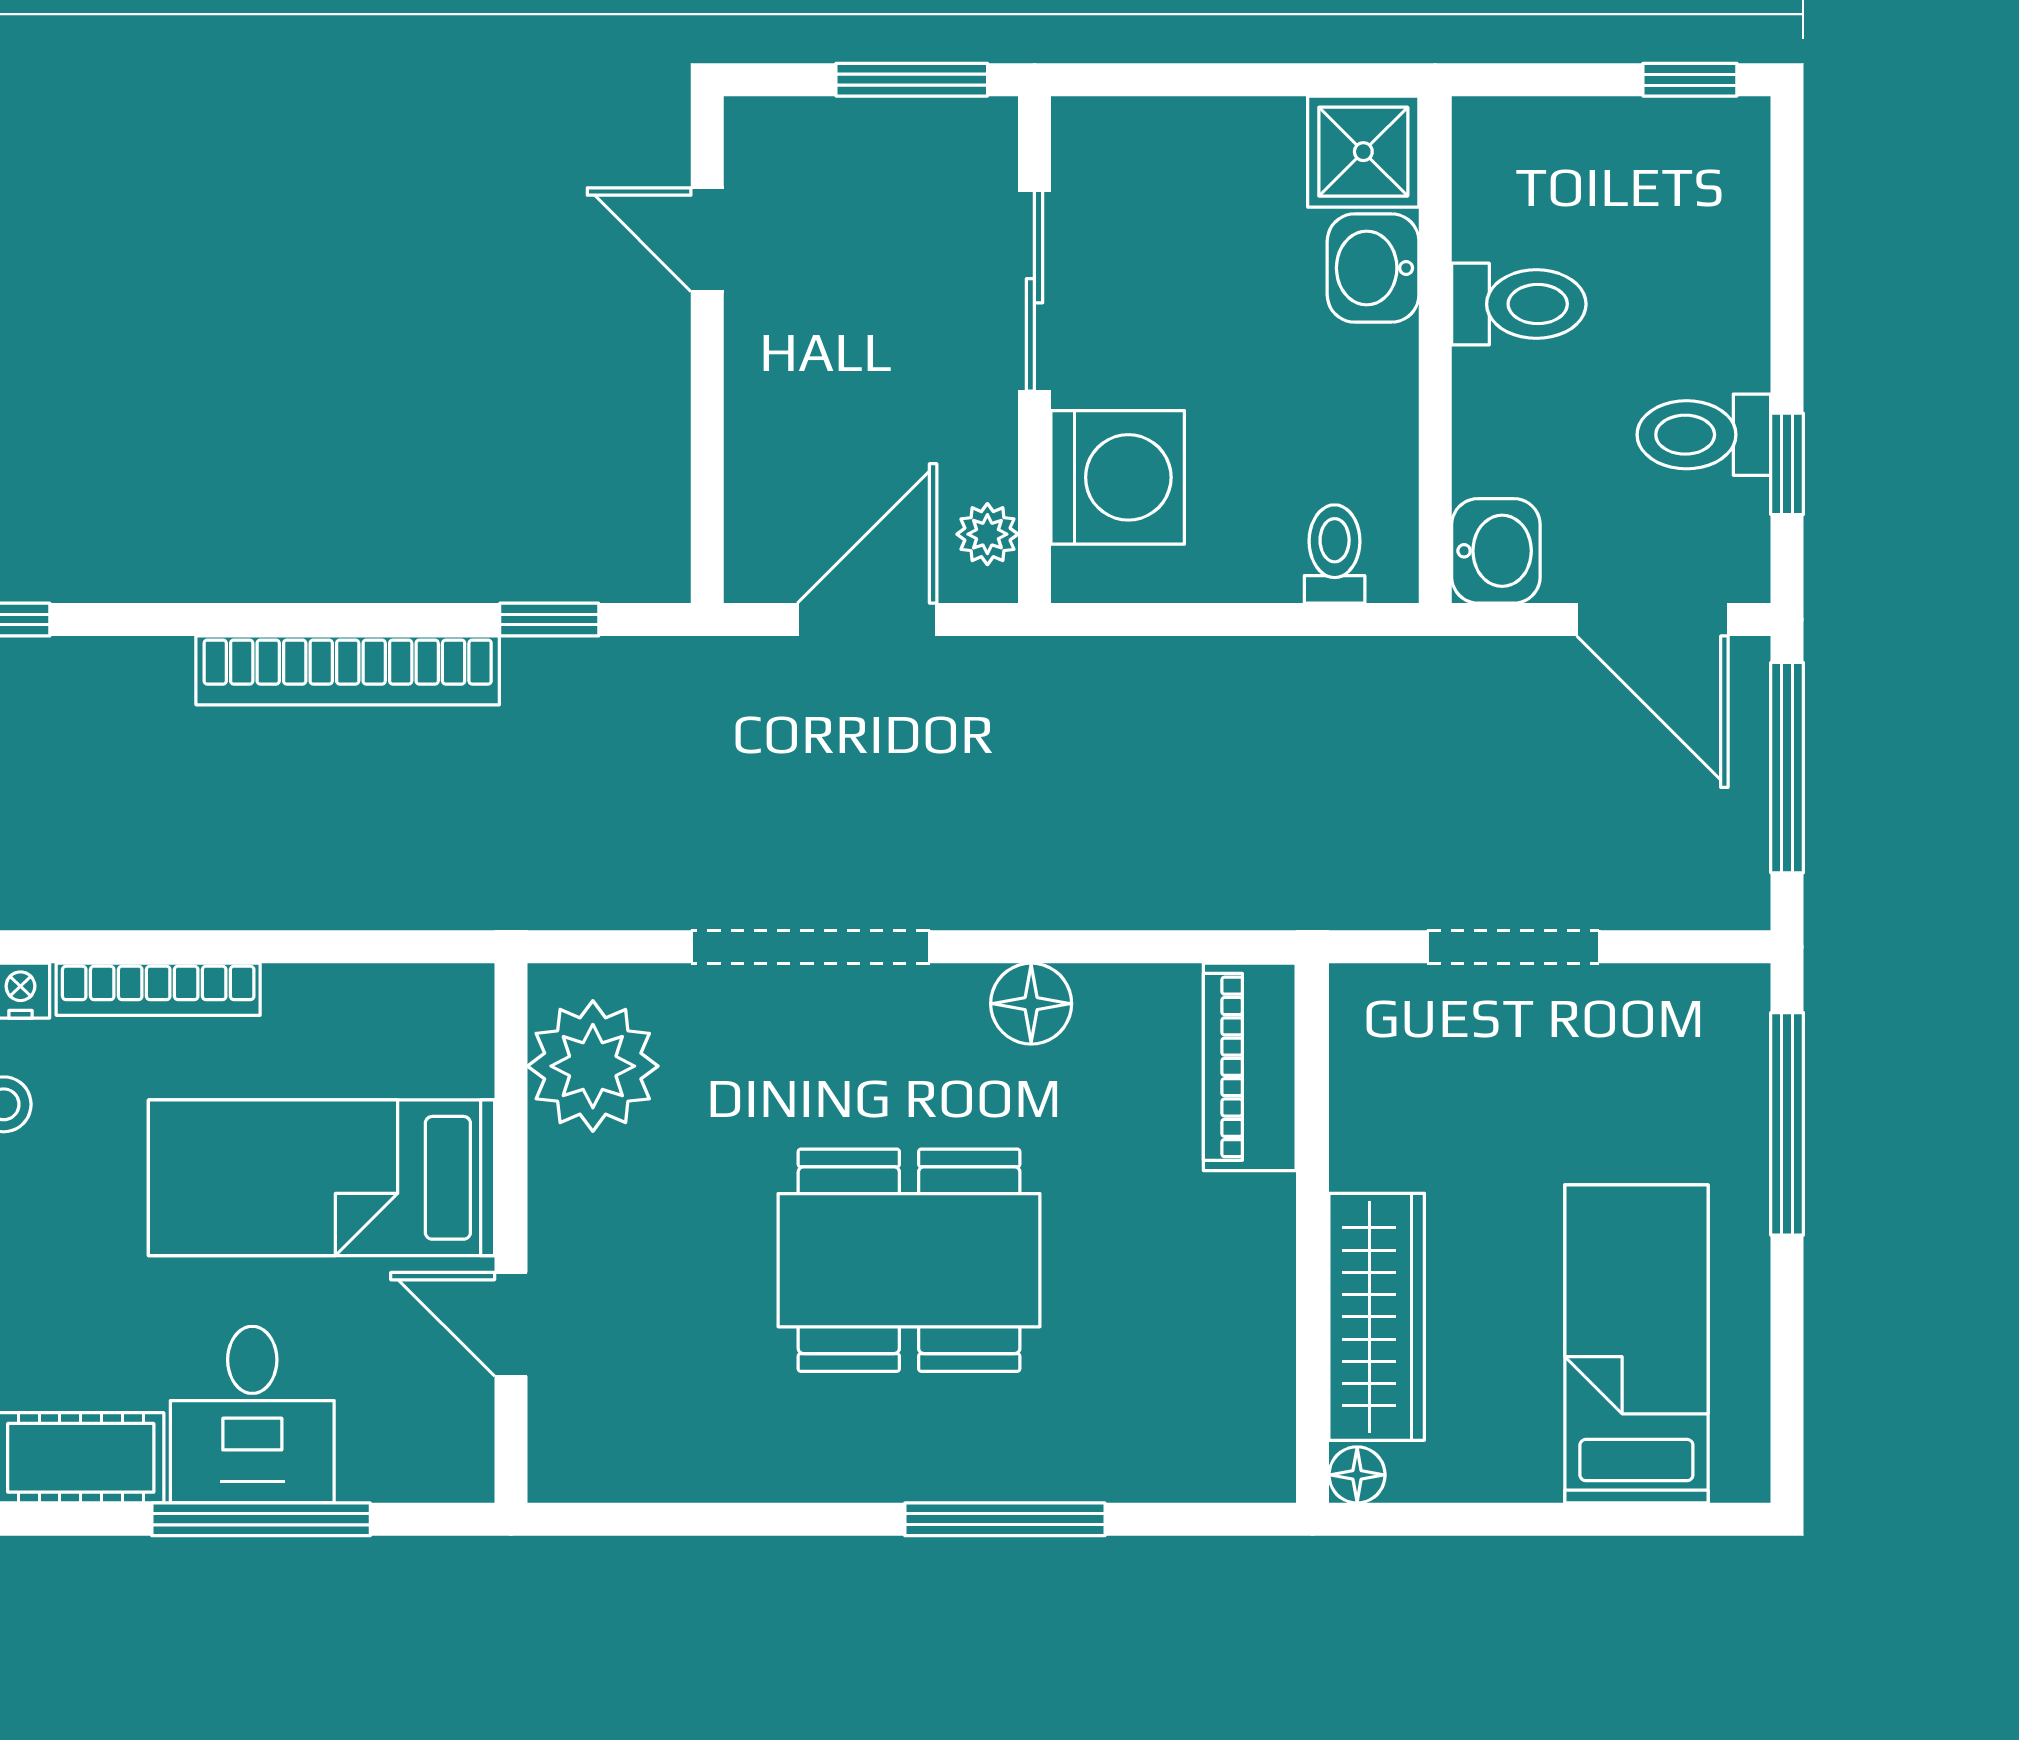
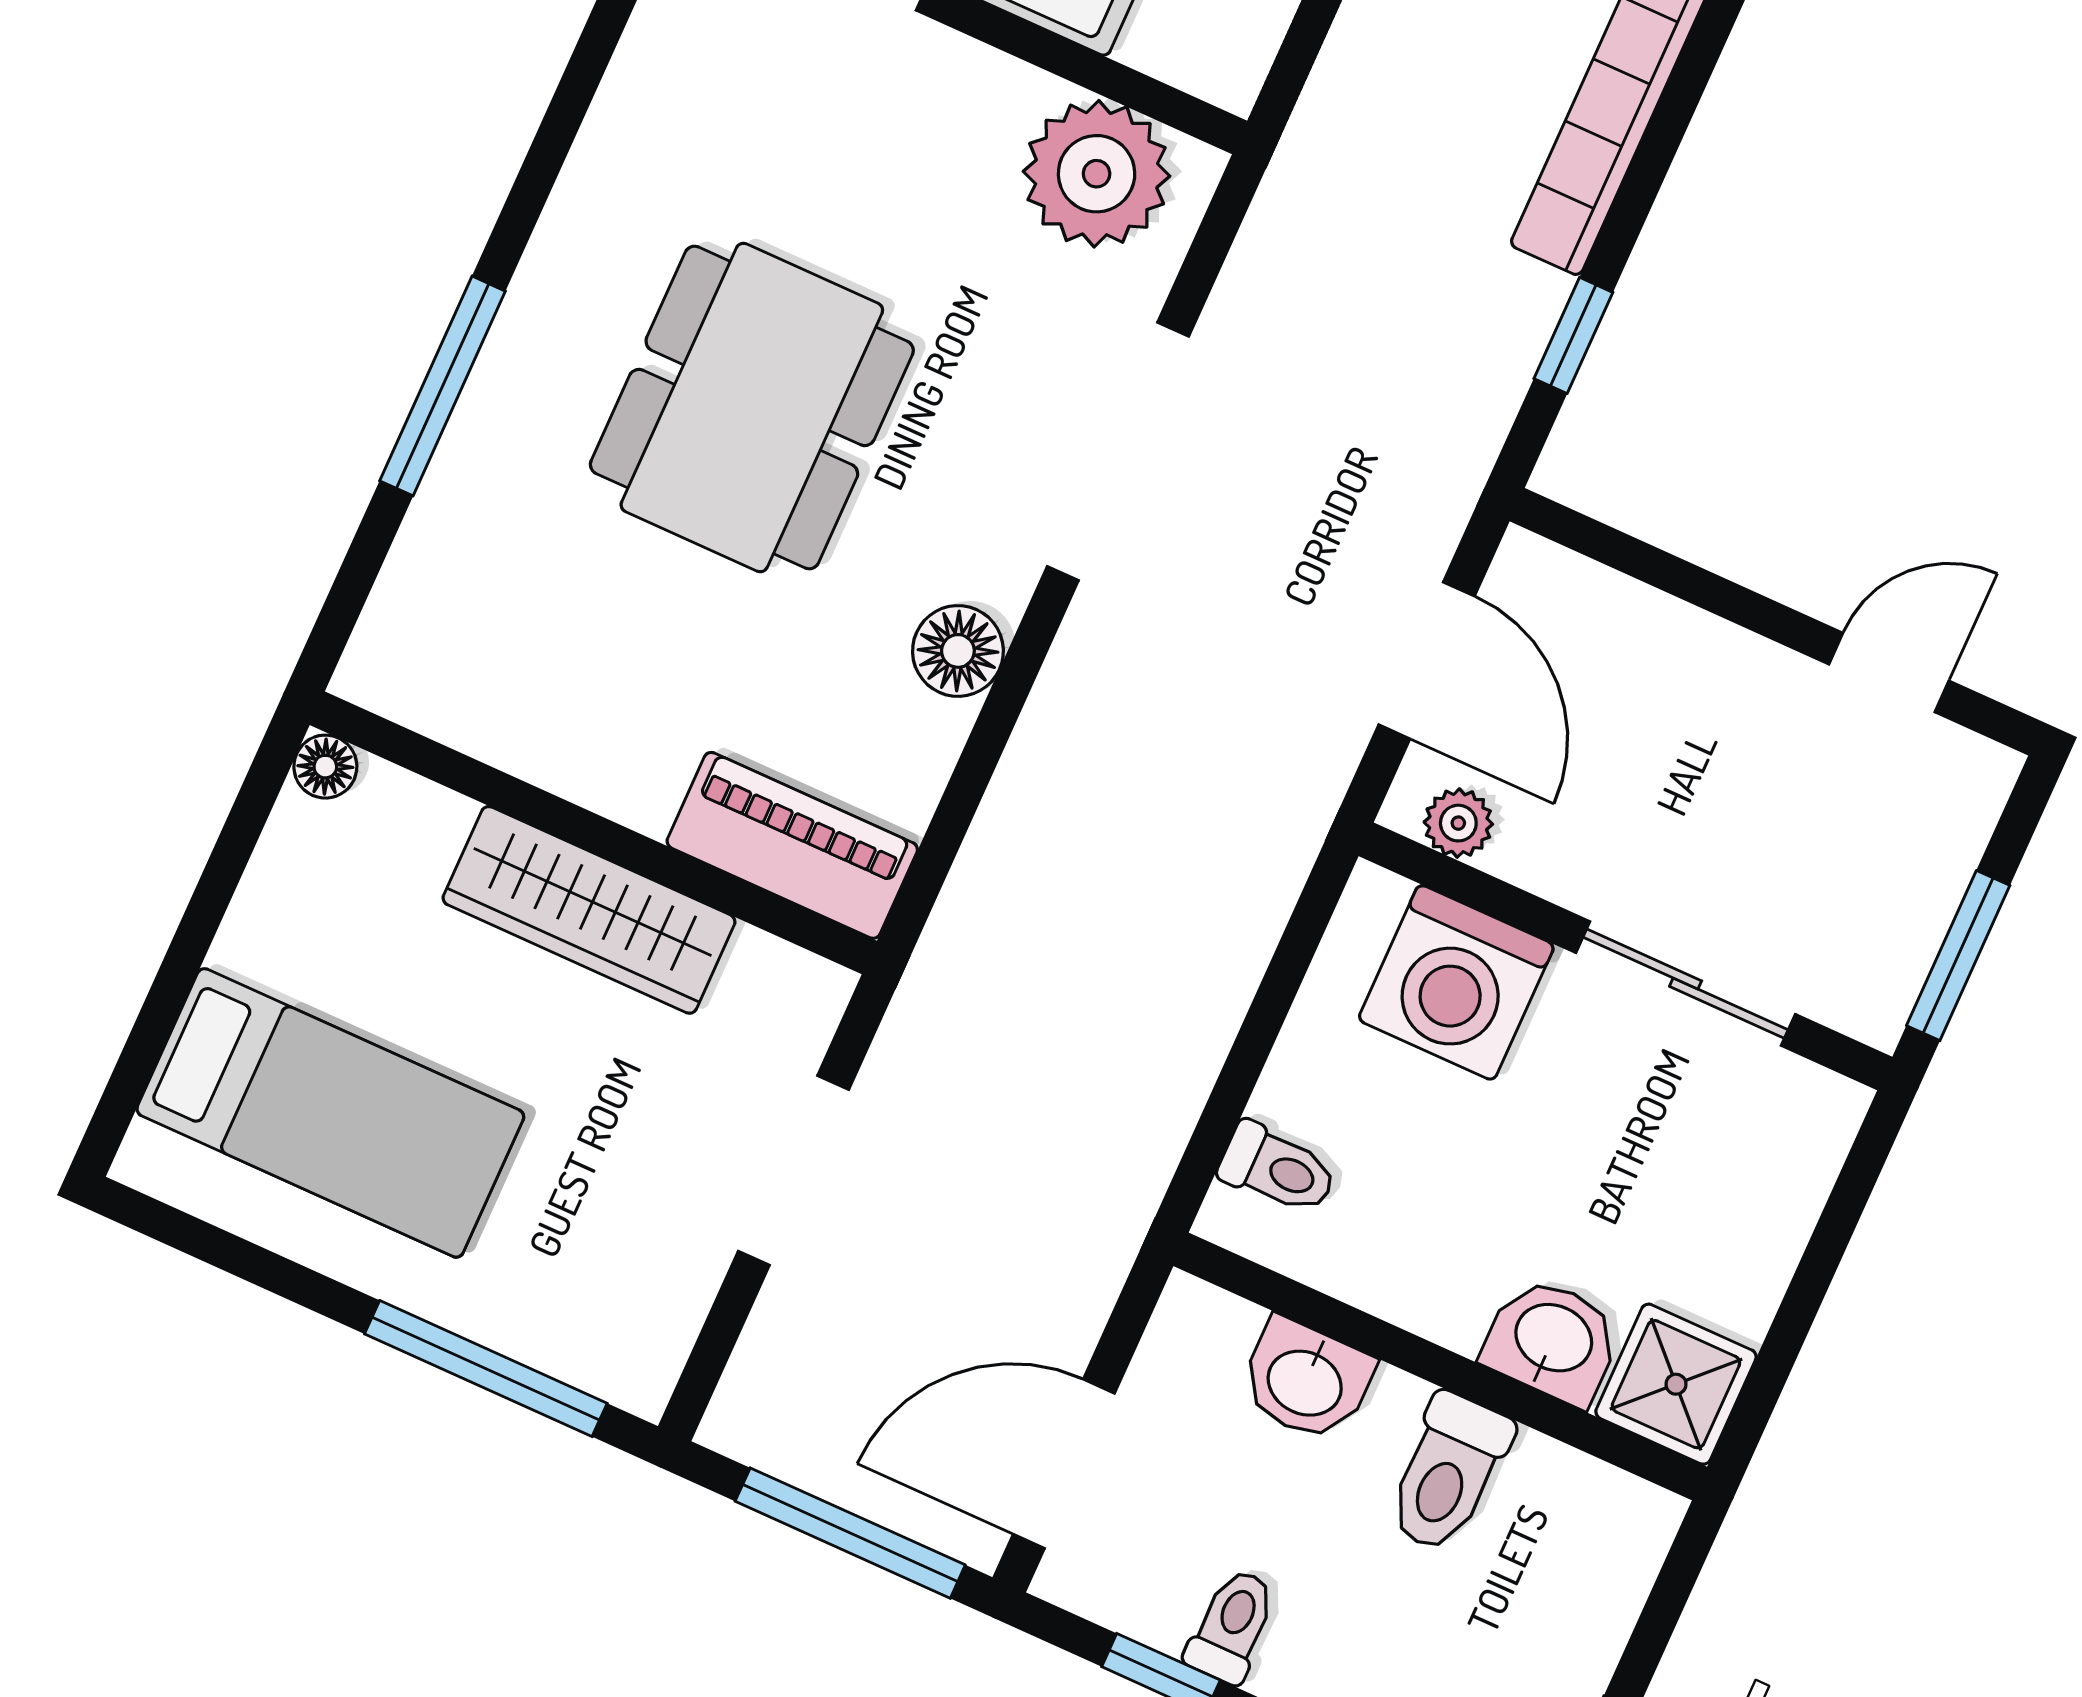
toilet: (1704, 435) -> (1232, 1626), width x0.73, depth x0.72
washbasin: (1496, 551) -> (1306, 1380), moved
wardrobe: (1377, 1317) -> (589, 910), moved

